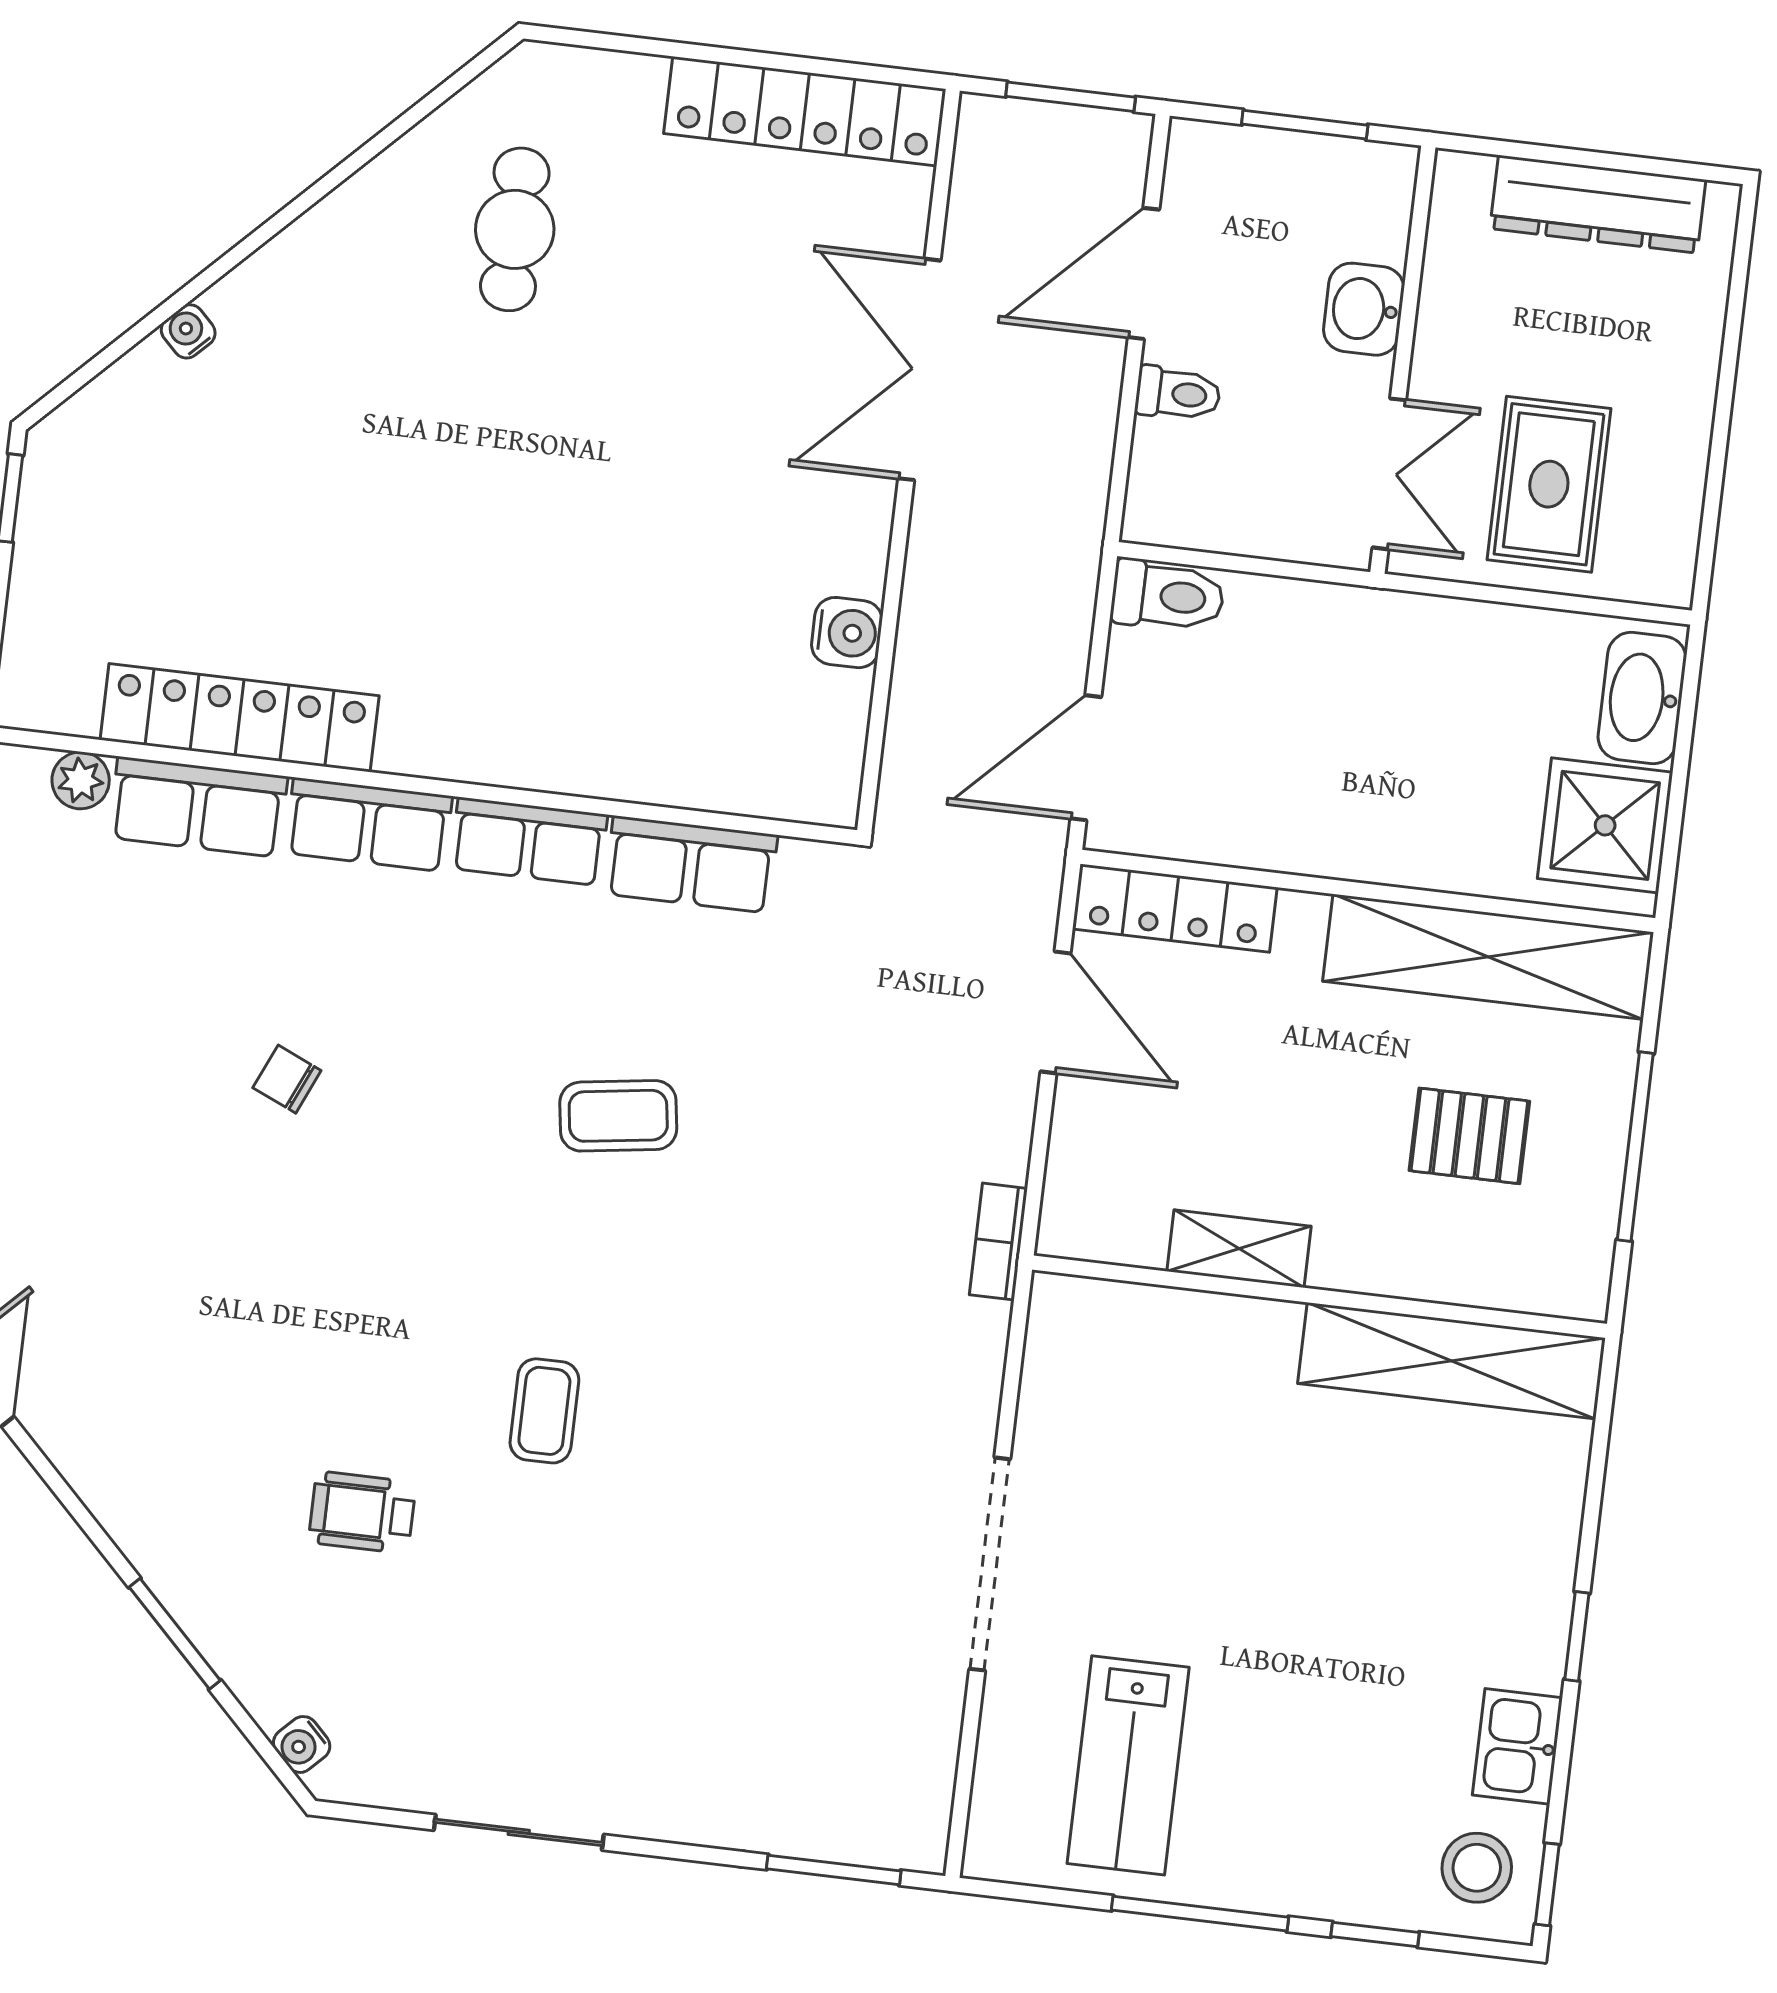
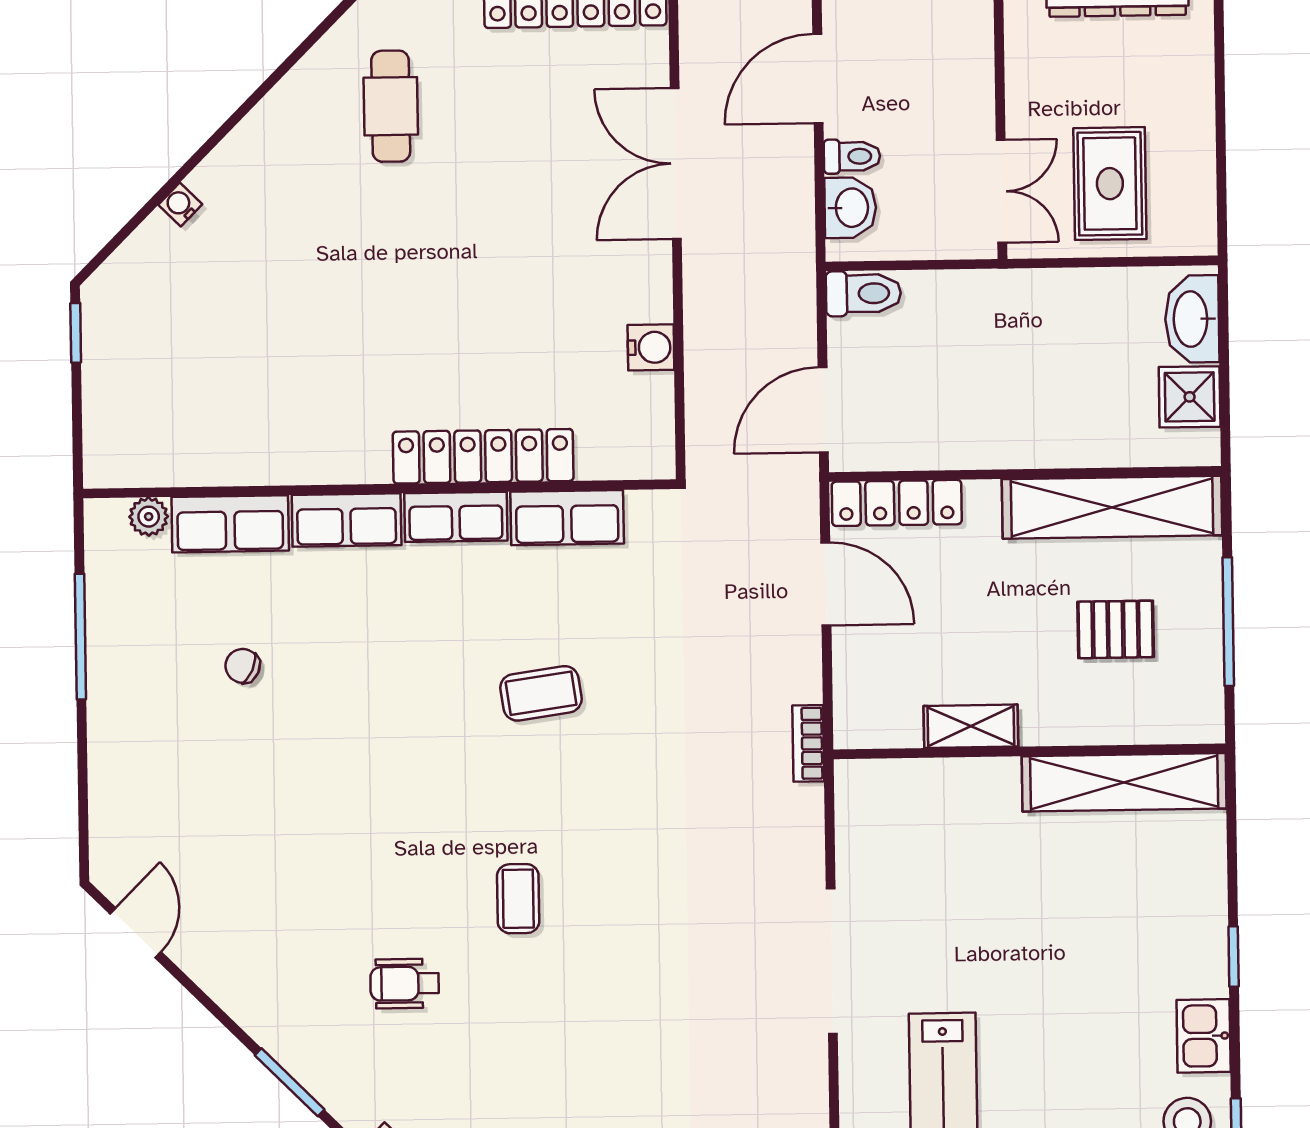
washbasin: (1364, 309) -> (850, 208), moved, turned 180
locker: (240, 718) -> (483, 456), moved
shower: (1605, 825) -> (1190, 397), width x0.73, depth x0.73
chair: (287, 1079) -> (243, 666), moved

